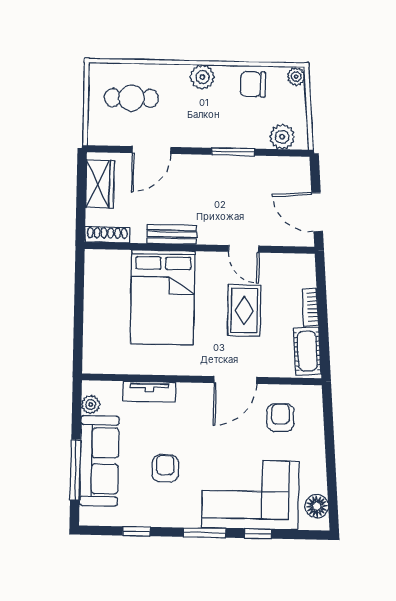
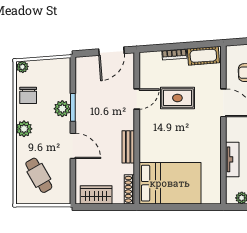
cafe table: (131, 98) -> (39, 175), turned -30
plant: (282, 137) -> (62, 109), moved
door: (152, 150) -> (73, 146), moved
bed: (163, 297) -> (170, 183), moved

